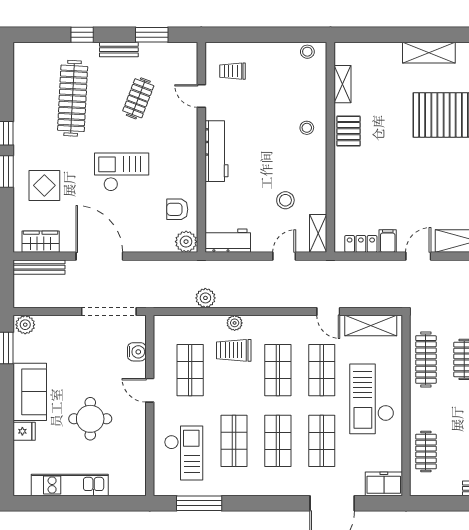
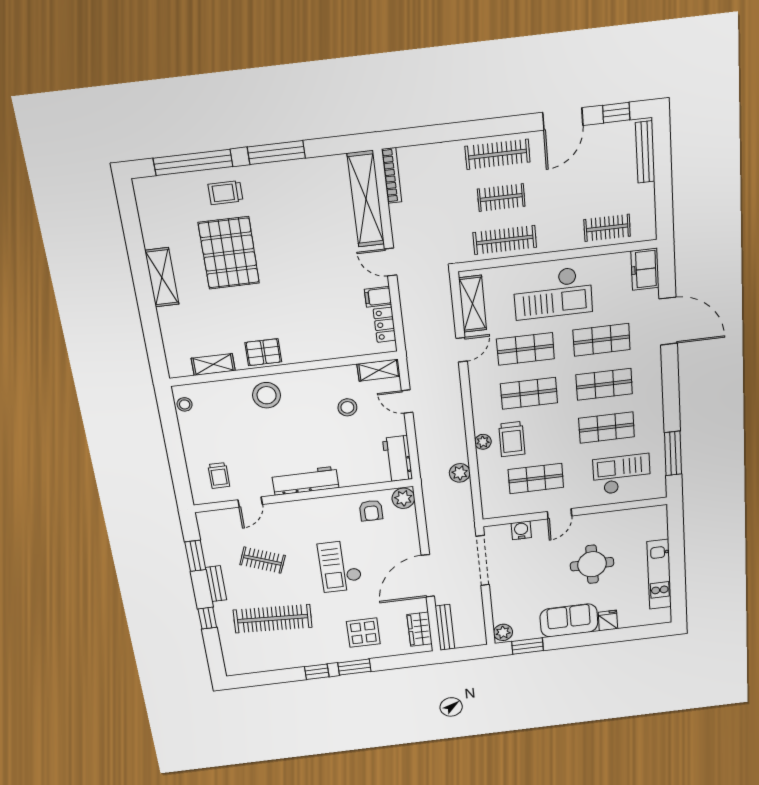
stool: (307, 128) -> (267, 395), width x1.89, depth x1.89

